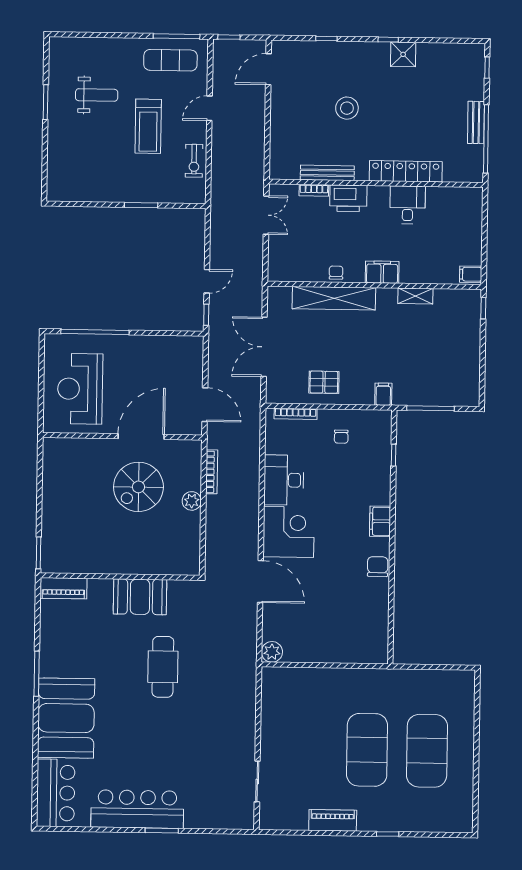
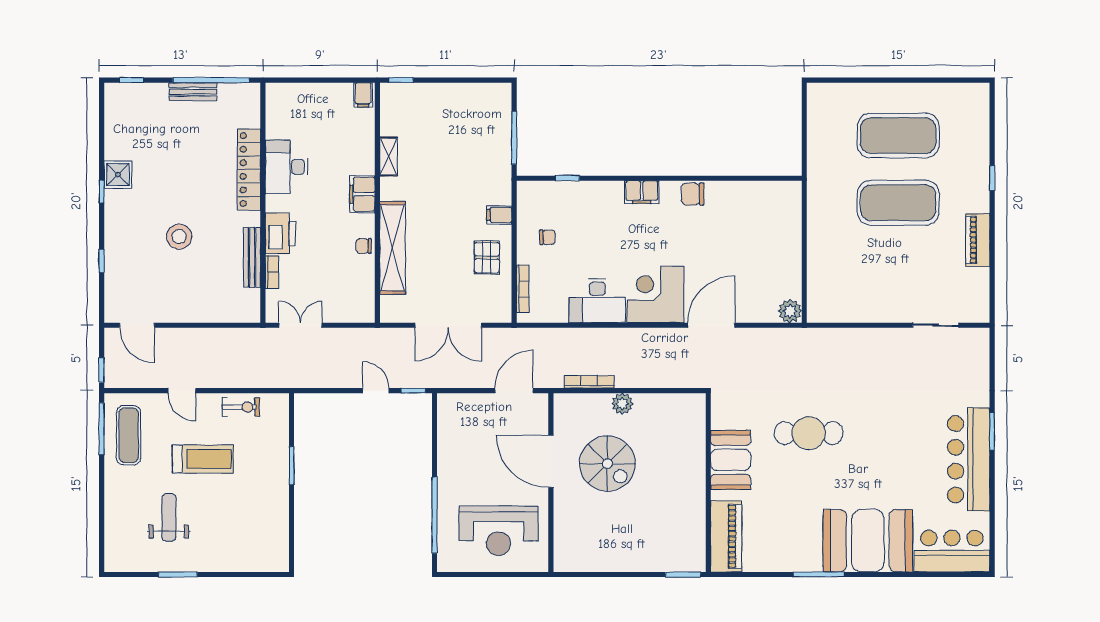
desk: (408, 205) -> (287, 167), width x1.37
filing cabinet: (383, 394) -> (499, 215), moved
piano: (63, 588) -> (726, 536), width x1.37, depth x1.33

